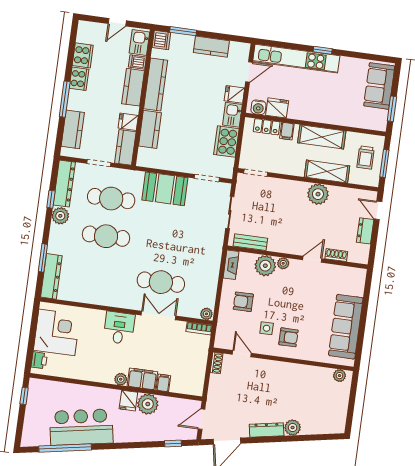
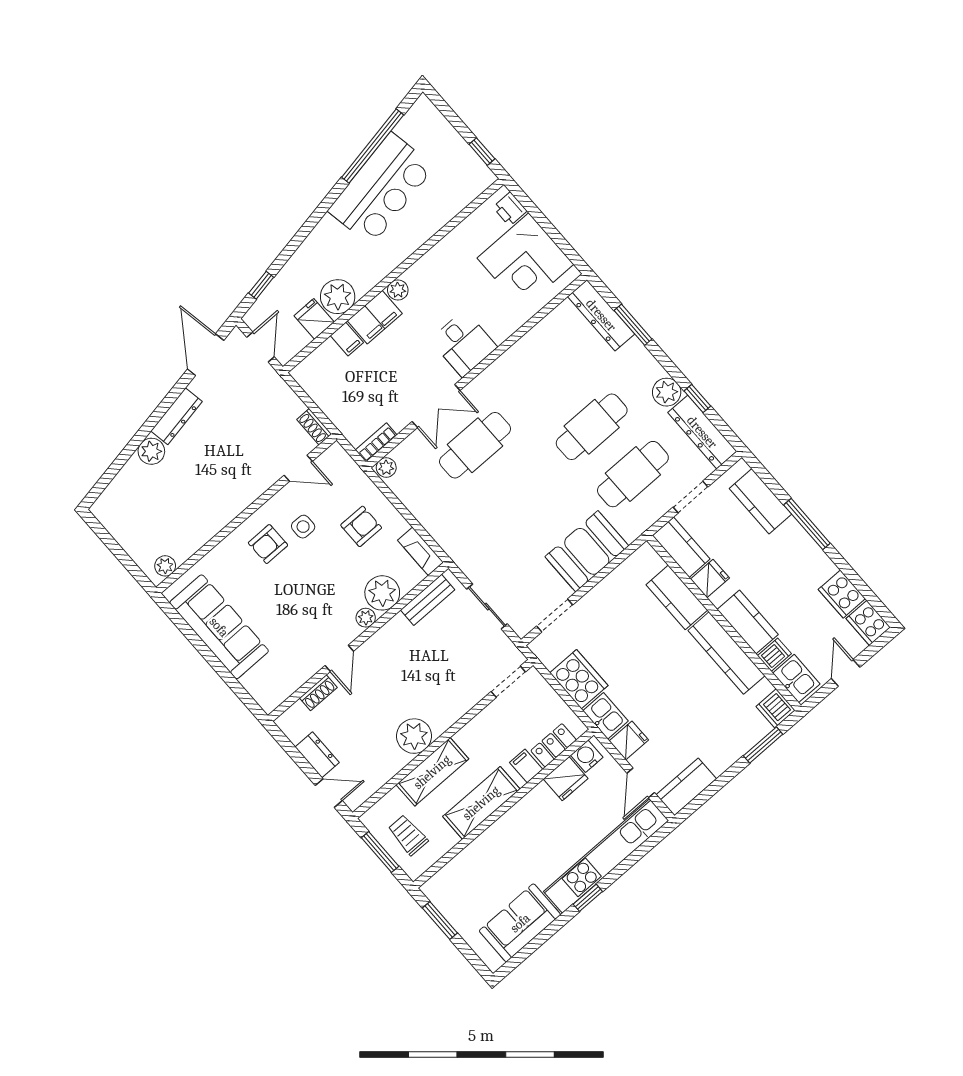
kitchen counter: (211, 47) -> (686, 787), moved
cooker: (79, 79) -> (868, 623), moved
sofa: (379, 86) -> (520, 923), moved, turned -90
fridge: (128, 401) -> (314, 319), moved

